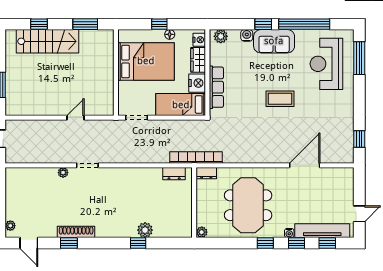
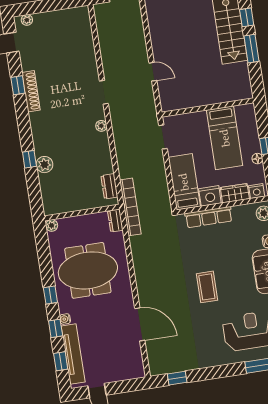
window: (85, 24) -> (252, 49), moved
bed: (146, 61) -> (225, 138), width x0.67
plant: (63, 173) -> (101, 126), moved

